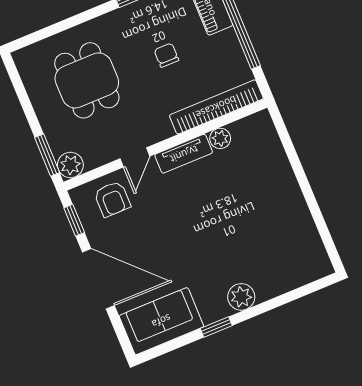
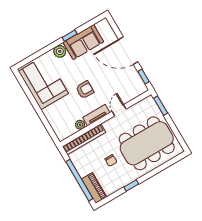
dining table: (87, 80) -> (147, 143), width x1.88, depth x1.24
plant: (70, 165) -> (149, 102), removed
armchair: (112, 199) -> (85, 90), moved, turned 90
corner sofa: (284, 237) -> (43, 82), added
sofa: (161, 321) -> (83, 42), moved

